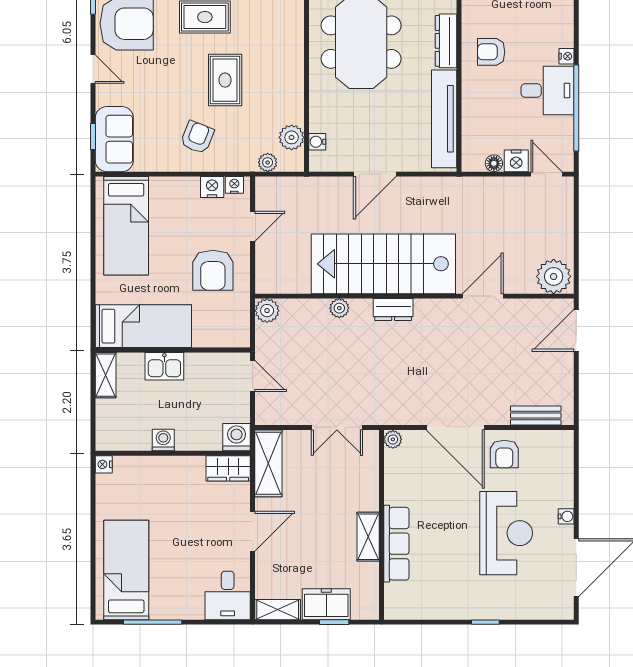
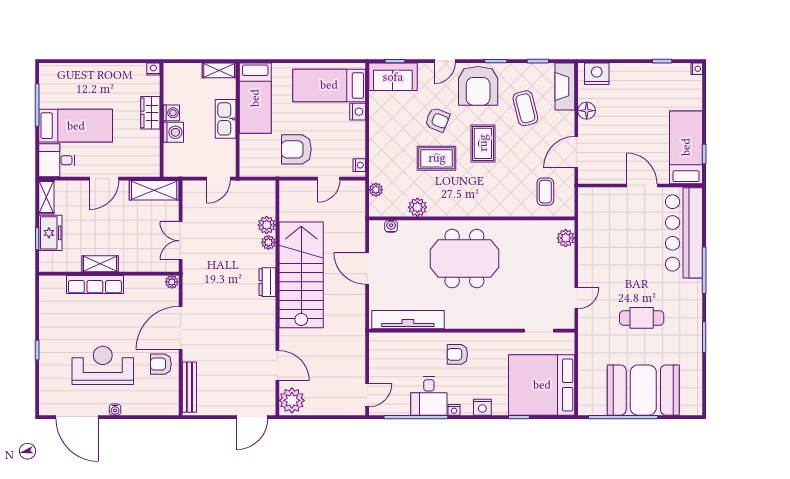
dresser: (446, 41) -> (465, 321), removed
armchair: (491, 52) -> (457, 354), turned -90
armchair: (197, 137) -> (437, 120), moved
plant: (292, 137) -> (417, 207), moved
nightstand: (516, 161) -> (482, 407), moved, turned -90
floor lamp: (494, 163) -> (375, 356), removed
nightstand: (212, 187) -> (358, 112), moved
door: (253, 226) -> (329, 179), hinge flipped
door: (483, 296) -> (277, 366), moved
plant: (267, 311) -> (267, 225), moved
door: (576, 330) -> (252, 417), swing flipped
kitchen sink: (164, 366) -> (226, 119), width x1.38
bench: (536, 415) -> (189, 387), width x1.36
washing machine: (237, 437) -> (173, 132), moved
wardrobe: (228, 468) -> (150, 113), moved
door: (253, 531) -> (104, 179), hinge flipped
reception desk: (506, 533) -> (103, 365), turned 180
bed: (126, 570) -> (76, 126), moved

